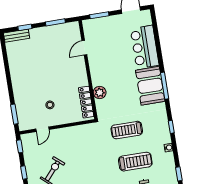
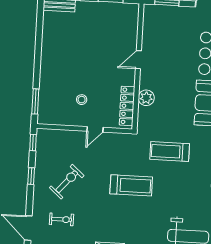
door: (84, 48) -> (138, 60), moved
door: (42, 129) -> (95, 129), moved
treadmill: (135, 162) -> (131, 185), moved

